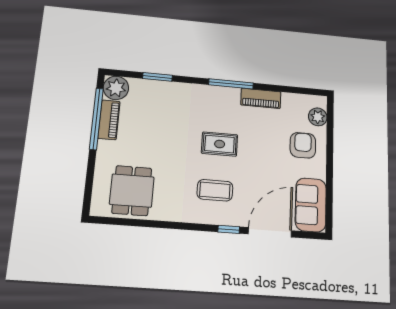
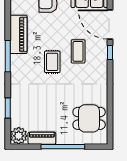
piano: (261, 98) -> (18, 34), width x1.37, depth x1.33
window: (96, 119) -> (63, 147), moved
coffee table: (215, 190) -> (78, 51), moved

